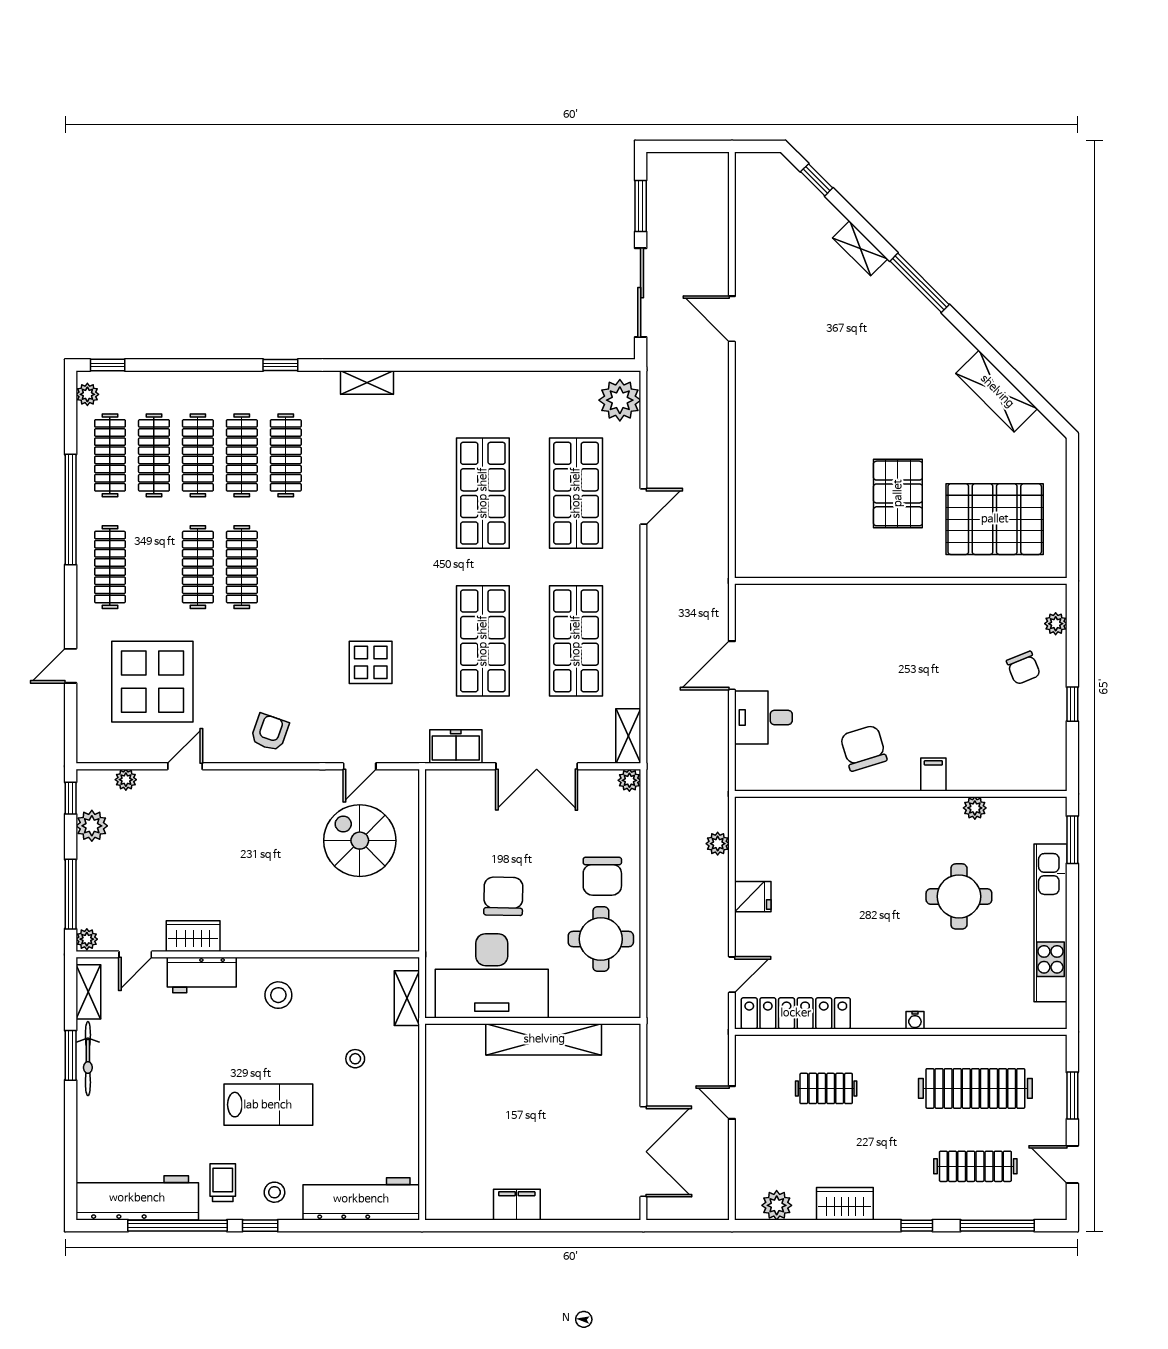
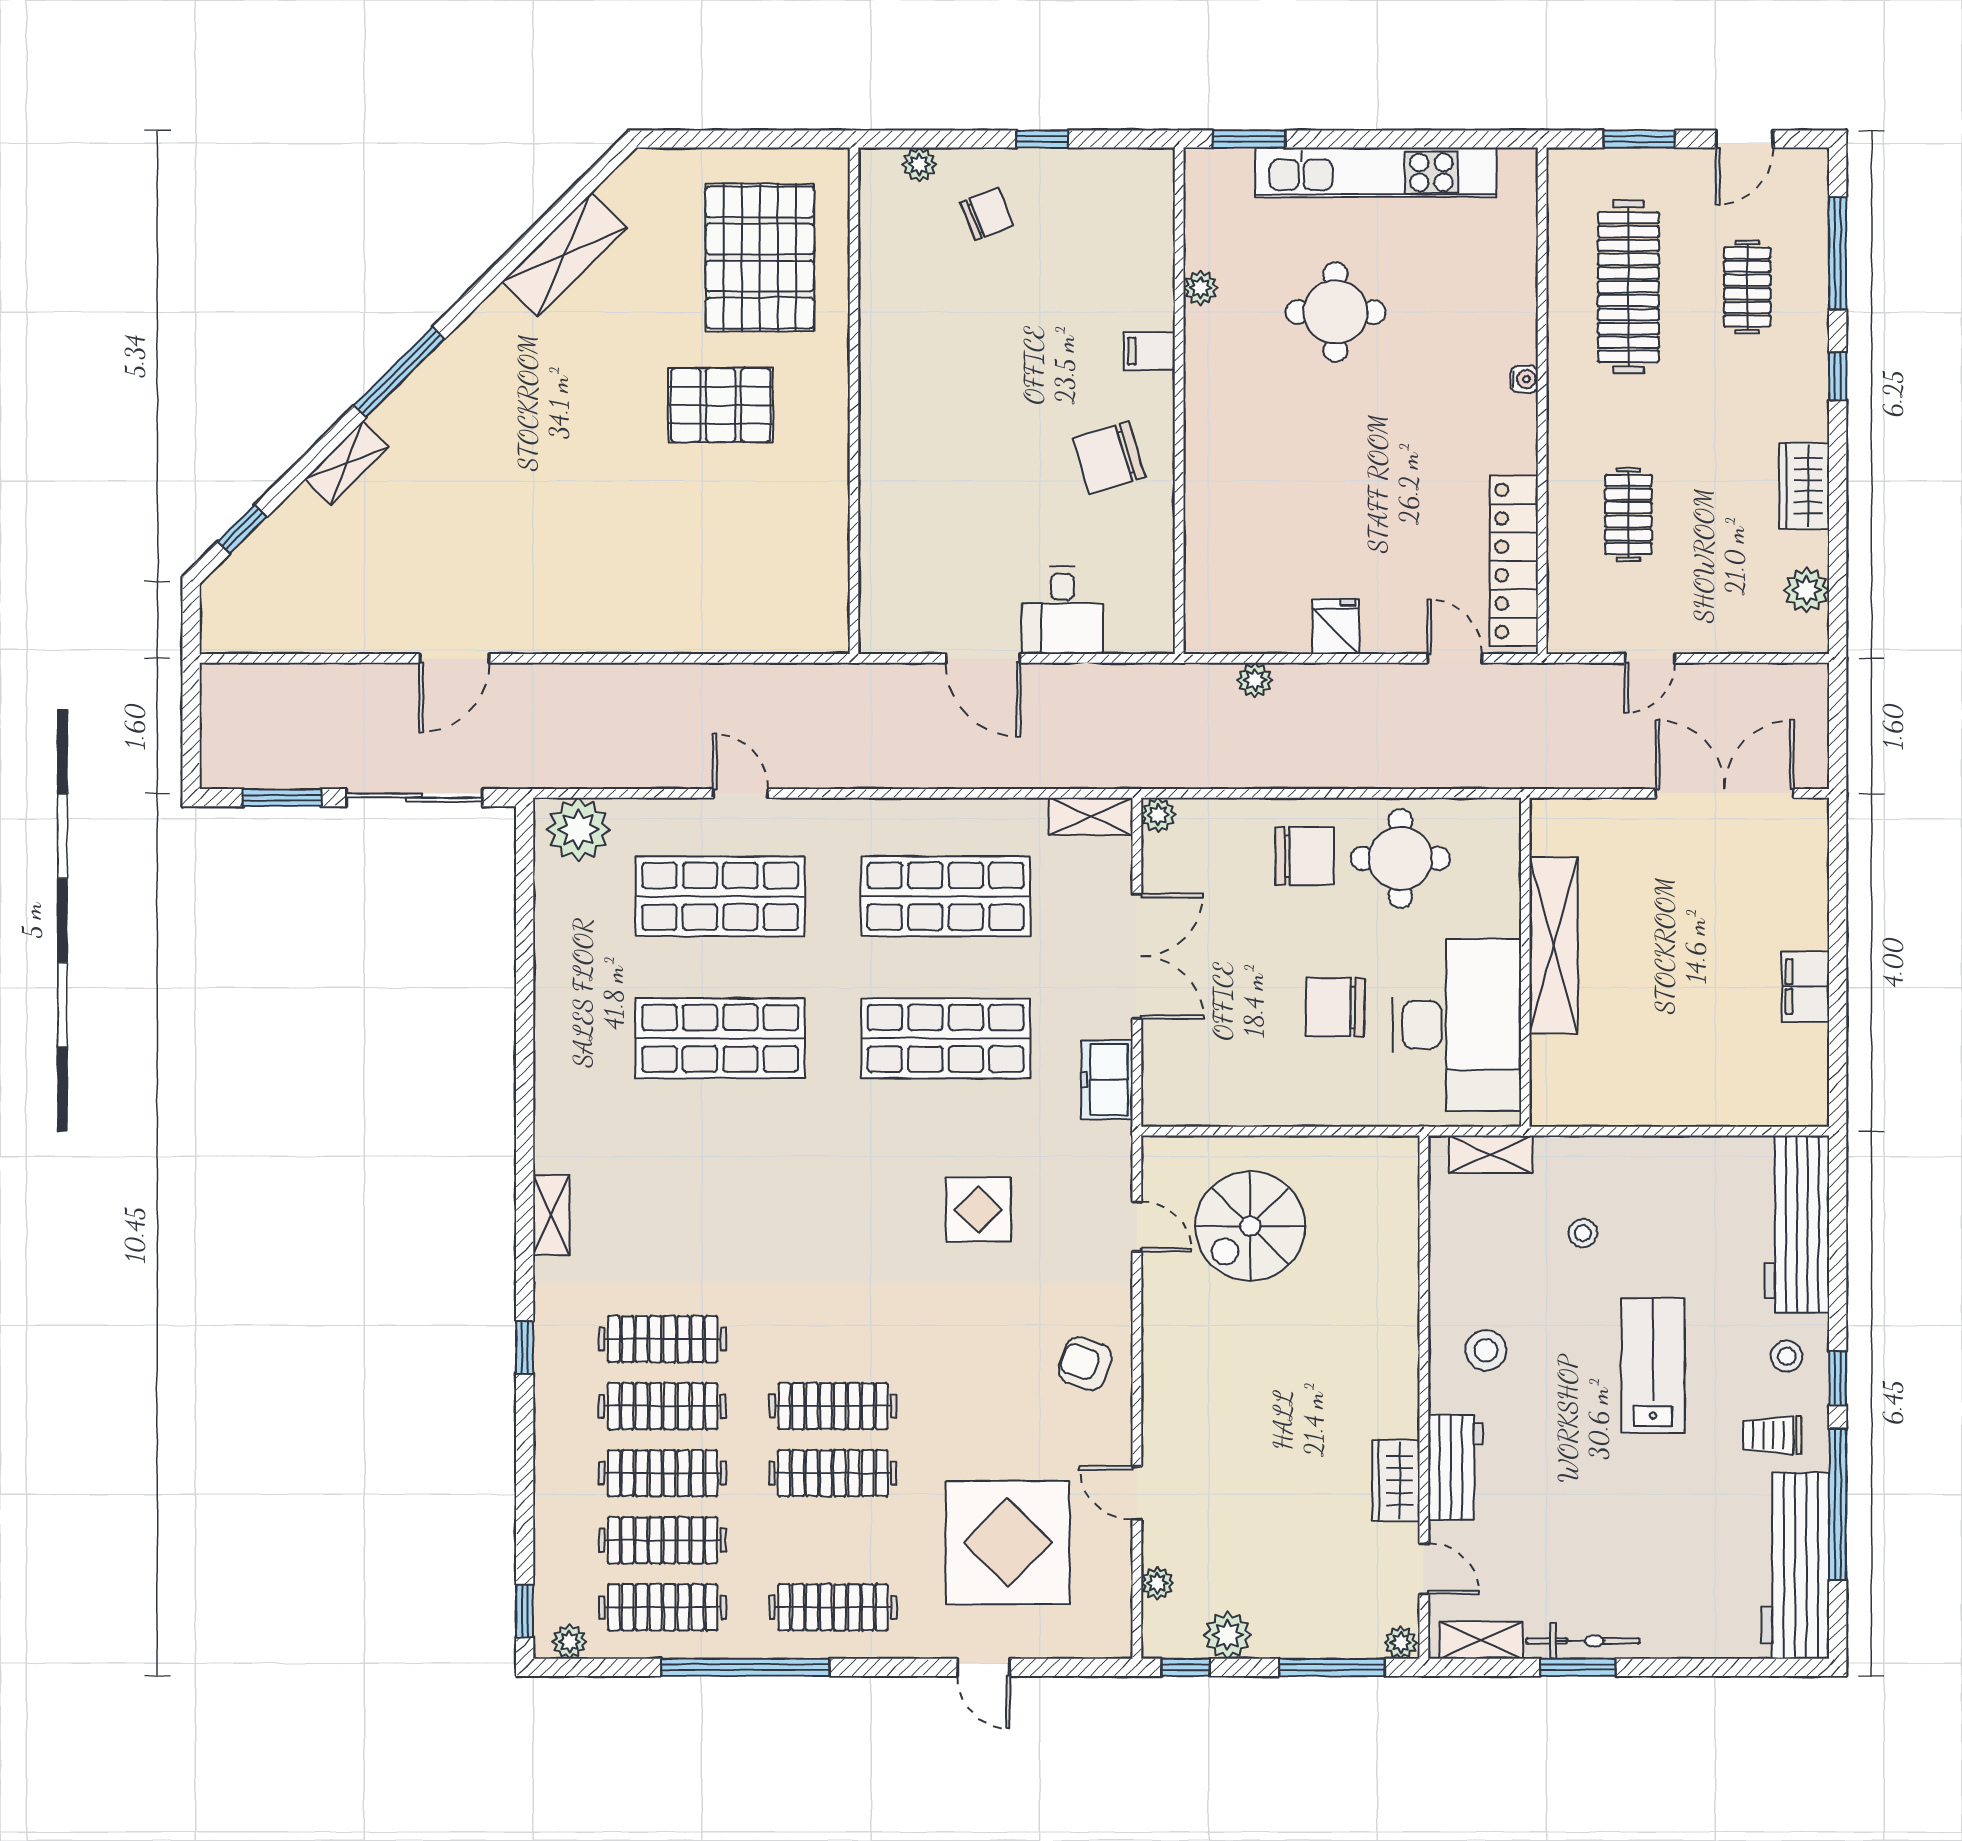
clothes rail: (975, 1166) -> (1747, 287), width x0.73

